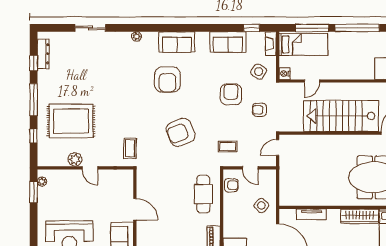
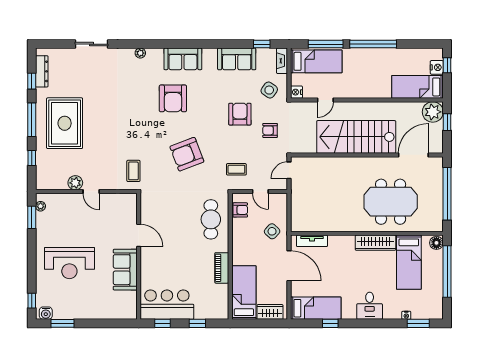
rug: (71, 121) -> (65, 123), moved, turned 90
tv unit: (311, 214) -> (312, 241), moved

